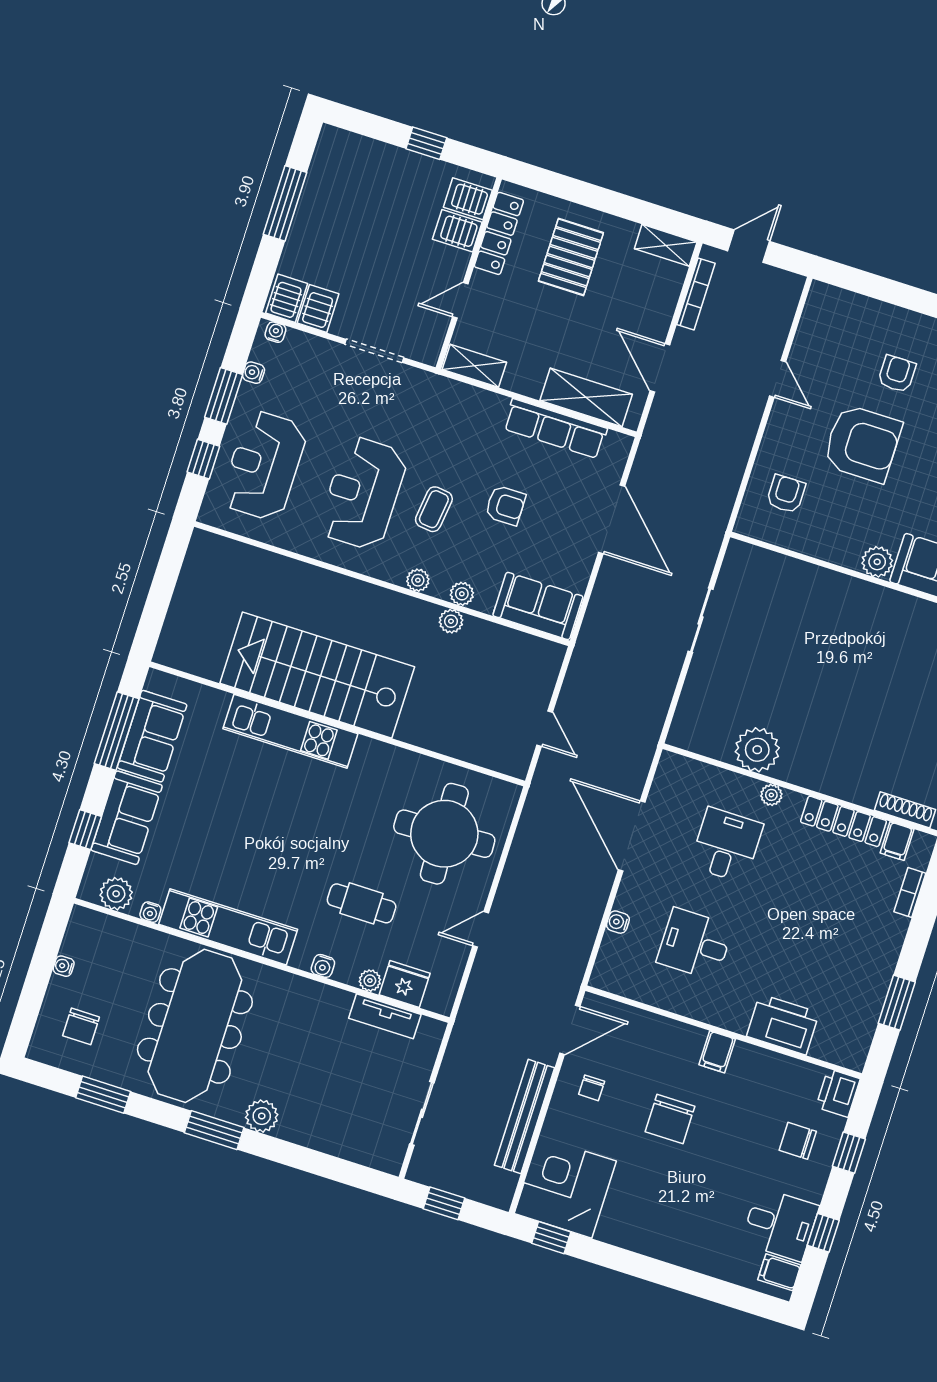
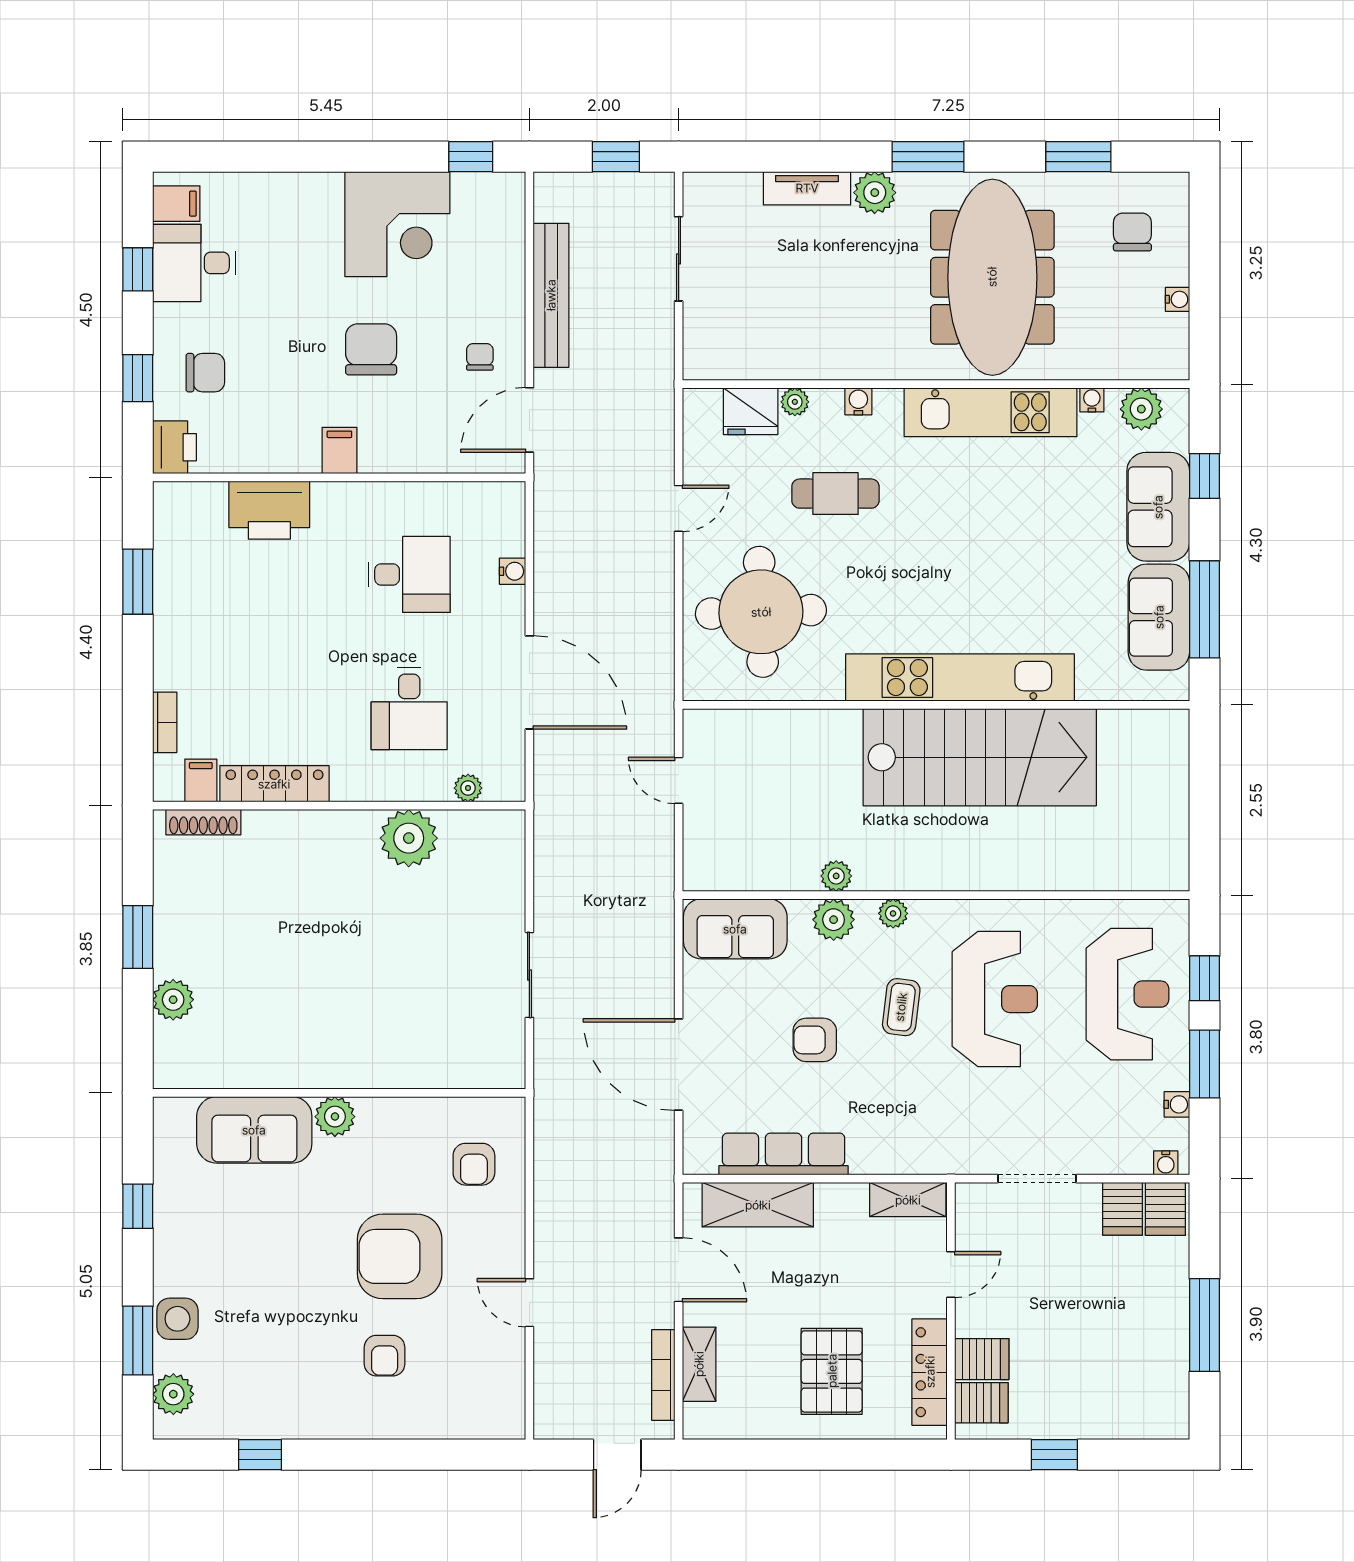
shelving: (666, 245) -> (699, 1364), moved, turned 90
plant: (462, 594) -> (834, 920), width x1.38, depth x1.38
kitchen unit: (290, 731) -> (960, 678), width x1.36
plant: (771, 795) -> (468, 788), moved
tv unit: (385, 1016) -> (807, 188), moved, turned 180
corner desk: (565, 1187) -> (397, 224), moved

